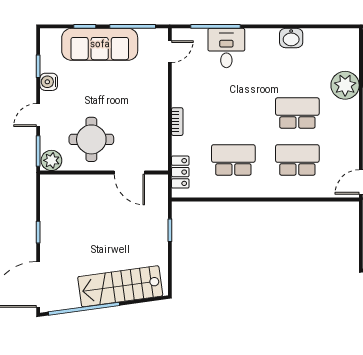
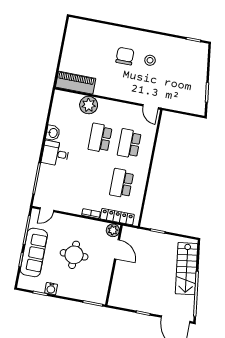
desk: (226, 48) -> (55, 154), moved
door: (170, 52) -> (47, 210), swing flipped
door: (38, 115) -> (70, 299), removed
round table: (91, 139) -> (74, 255), moved
plant: (51, 160) -> (113, 230), moved
door: (129, 172) -> (117, 249), hinge flipped
locker: (180, 172) -> (117, 217), width x1.53

